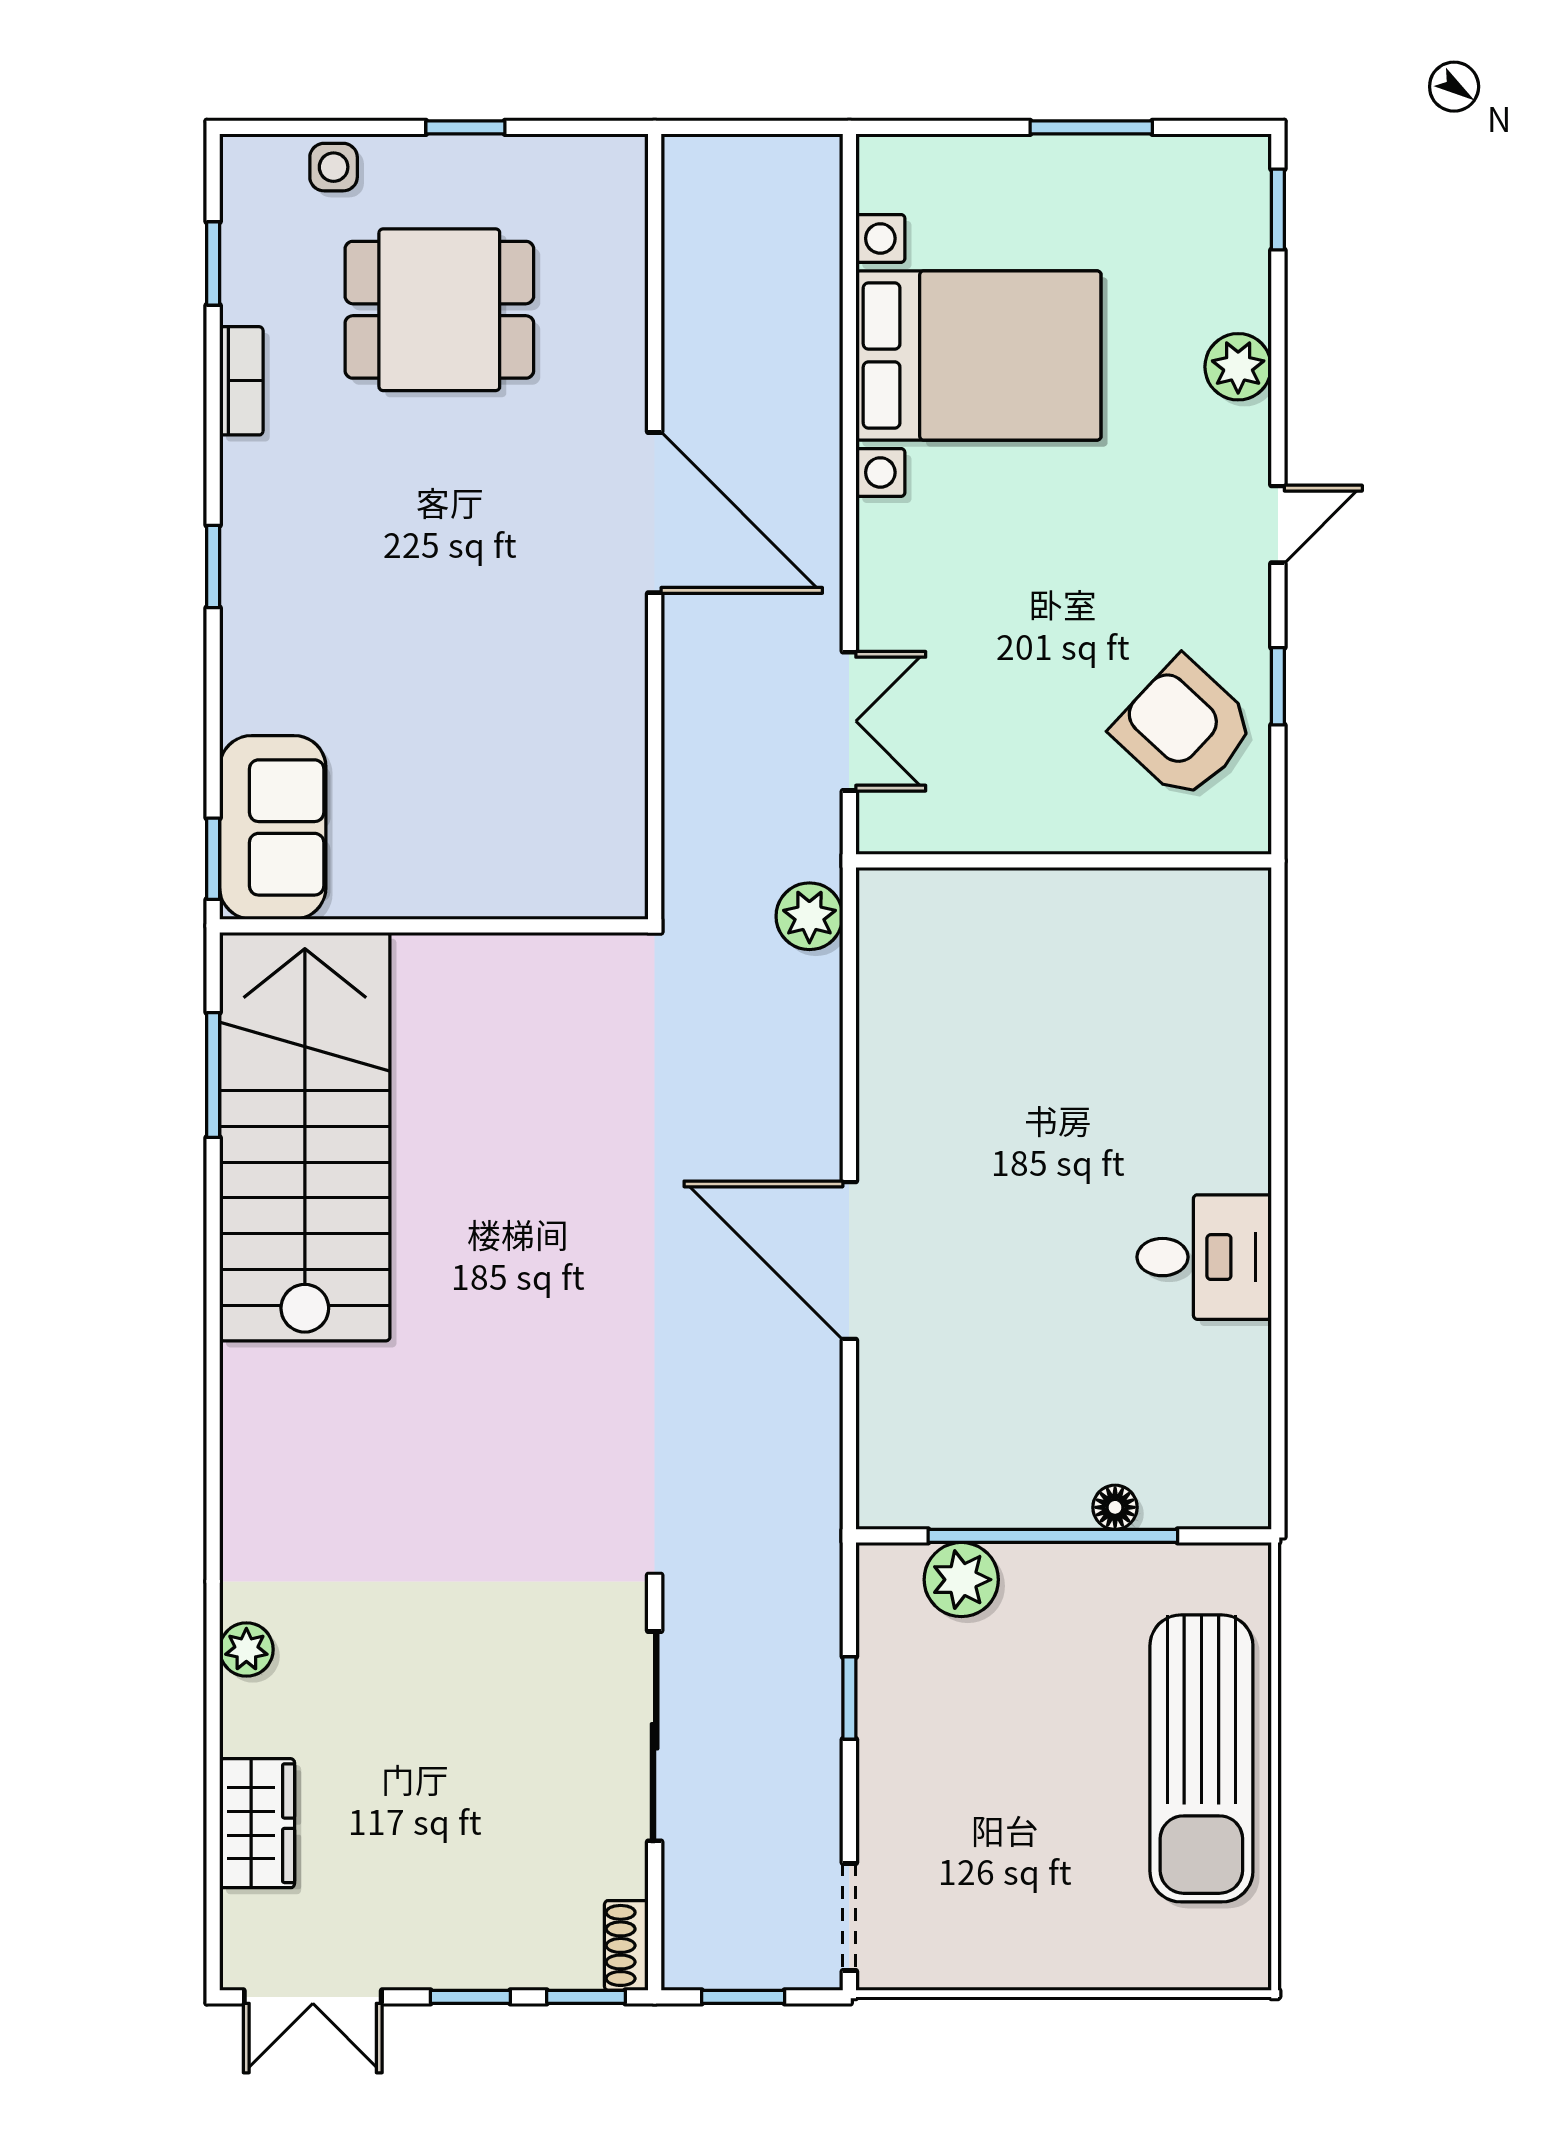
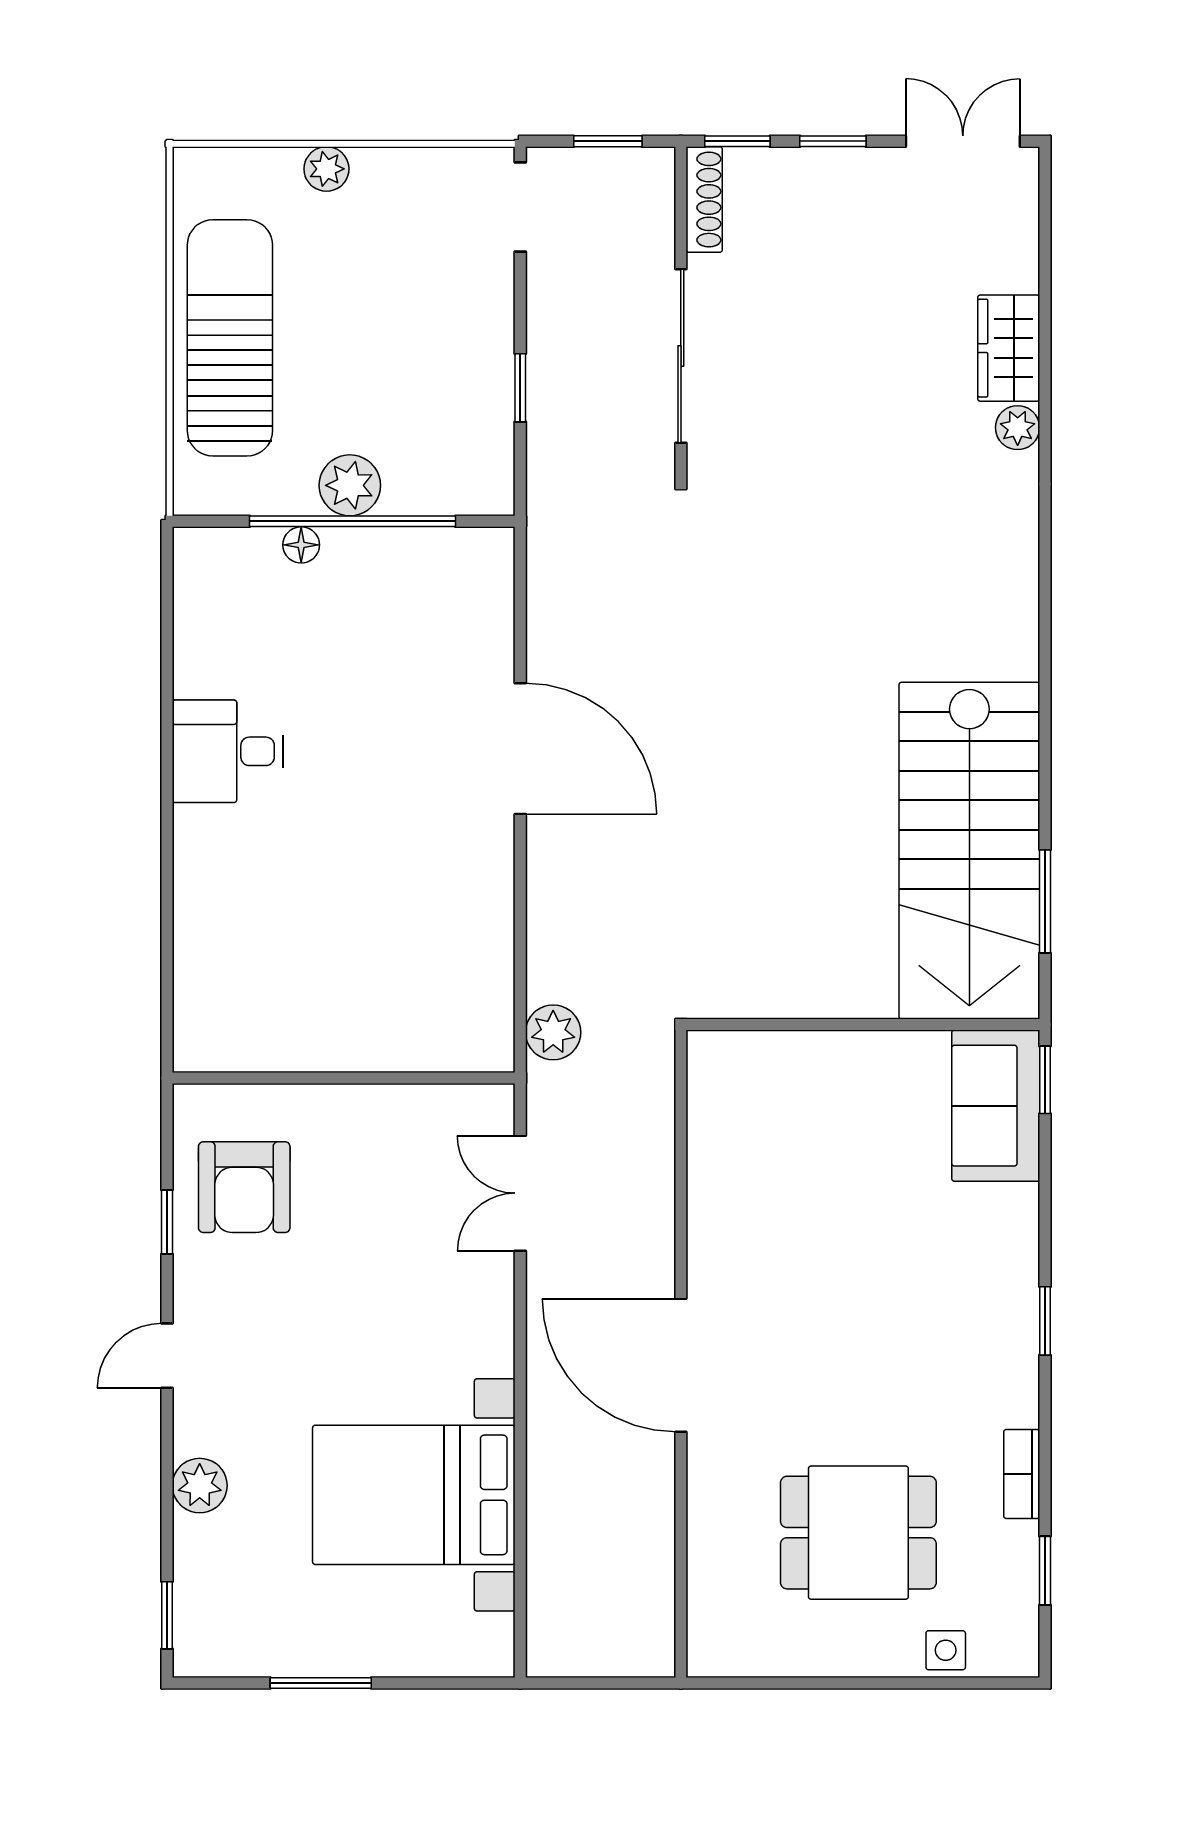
window: (465, 127) -> (837, 1683), removed
armchair: (1184, 729) -> (244, 1187), turned 47
plant: (961, 1580) -> (350, 485), moved
wardrobe: (257, 1823) -> (1009, 348), moved
shoe rack: (626, 1945) -> (704, 199), width x1.43
plant: (1084, 1963) -> (326, 169), added

